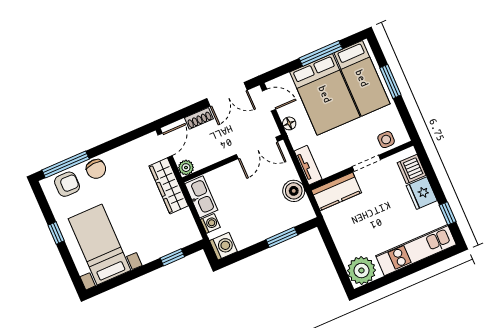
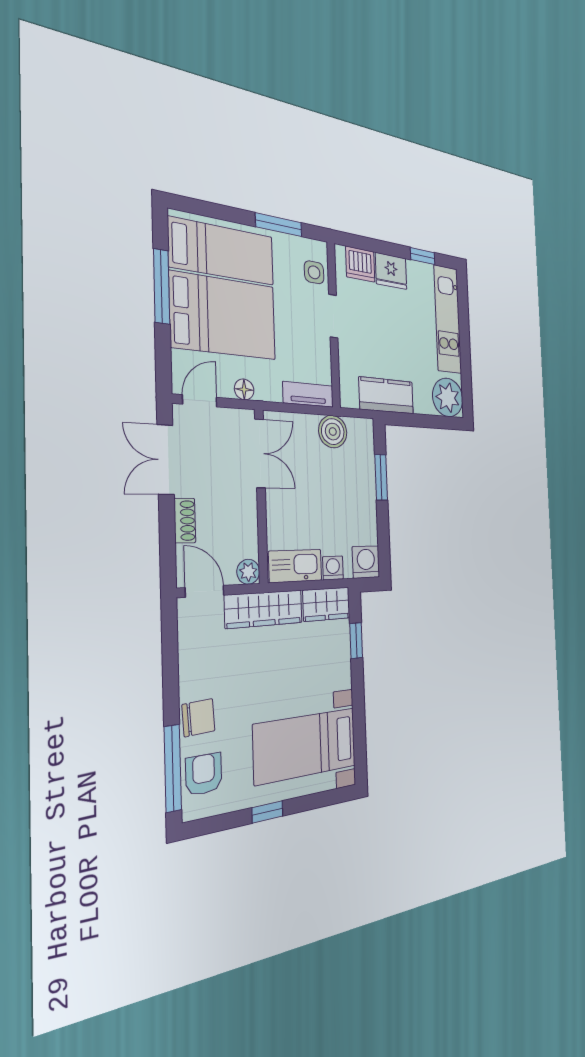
window: (390, 81) -> (279, 225), moved
double door: (227, 94) -> (166, 460), swing flipped
kitchen counter: (336, 191) -> (386, 395), moved, turned -90
wardrobe: (187, 227) -> (327, 604), added

